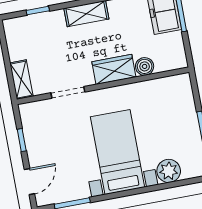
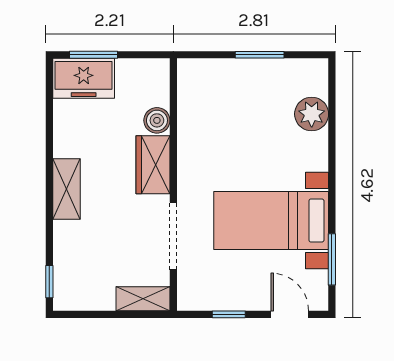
window: (38, 11) -> (49, 282), moved
doorway: (68, 92) -> (173, 236), width x1.38
bed with nightstands: (117, 152) -> (271, 221), moved

